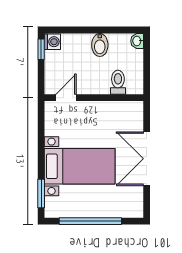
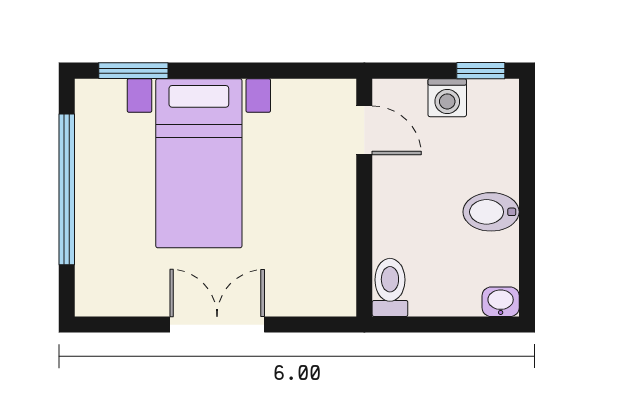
washing machine: (52, 42) -> (447, 98), moved
toilet: (118, 82) -> (390, 287), moved, turned -90
double door: (147, 159) -> (217, 325), width x0.73

